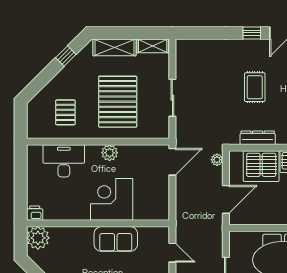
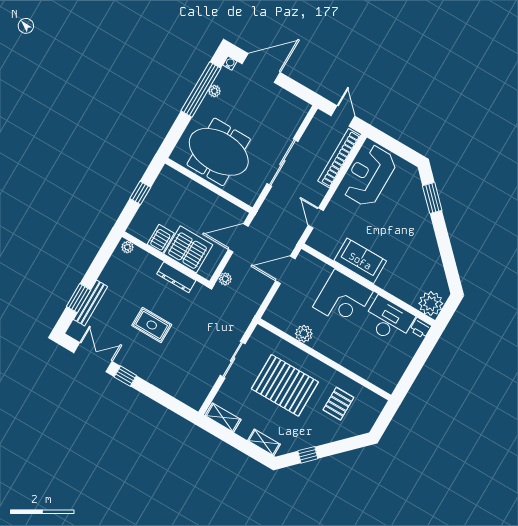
shelving: (115, 47) -> (264, 442), width x0.67, depth x0.75
rug: (255, 87) -> (152, 325), turned 90
pallet: (118, 102) -> (285, 385), turned 90
plant: (110, 153) -> (304, 334), moved
desk: (64, 161) -> (388, 320), moved, turned 180
door: (172, 162) -> (285, 270), moved

